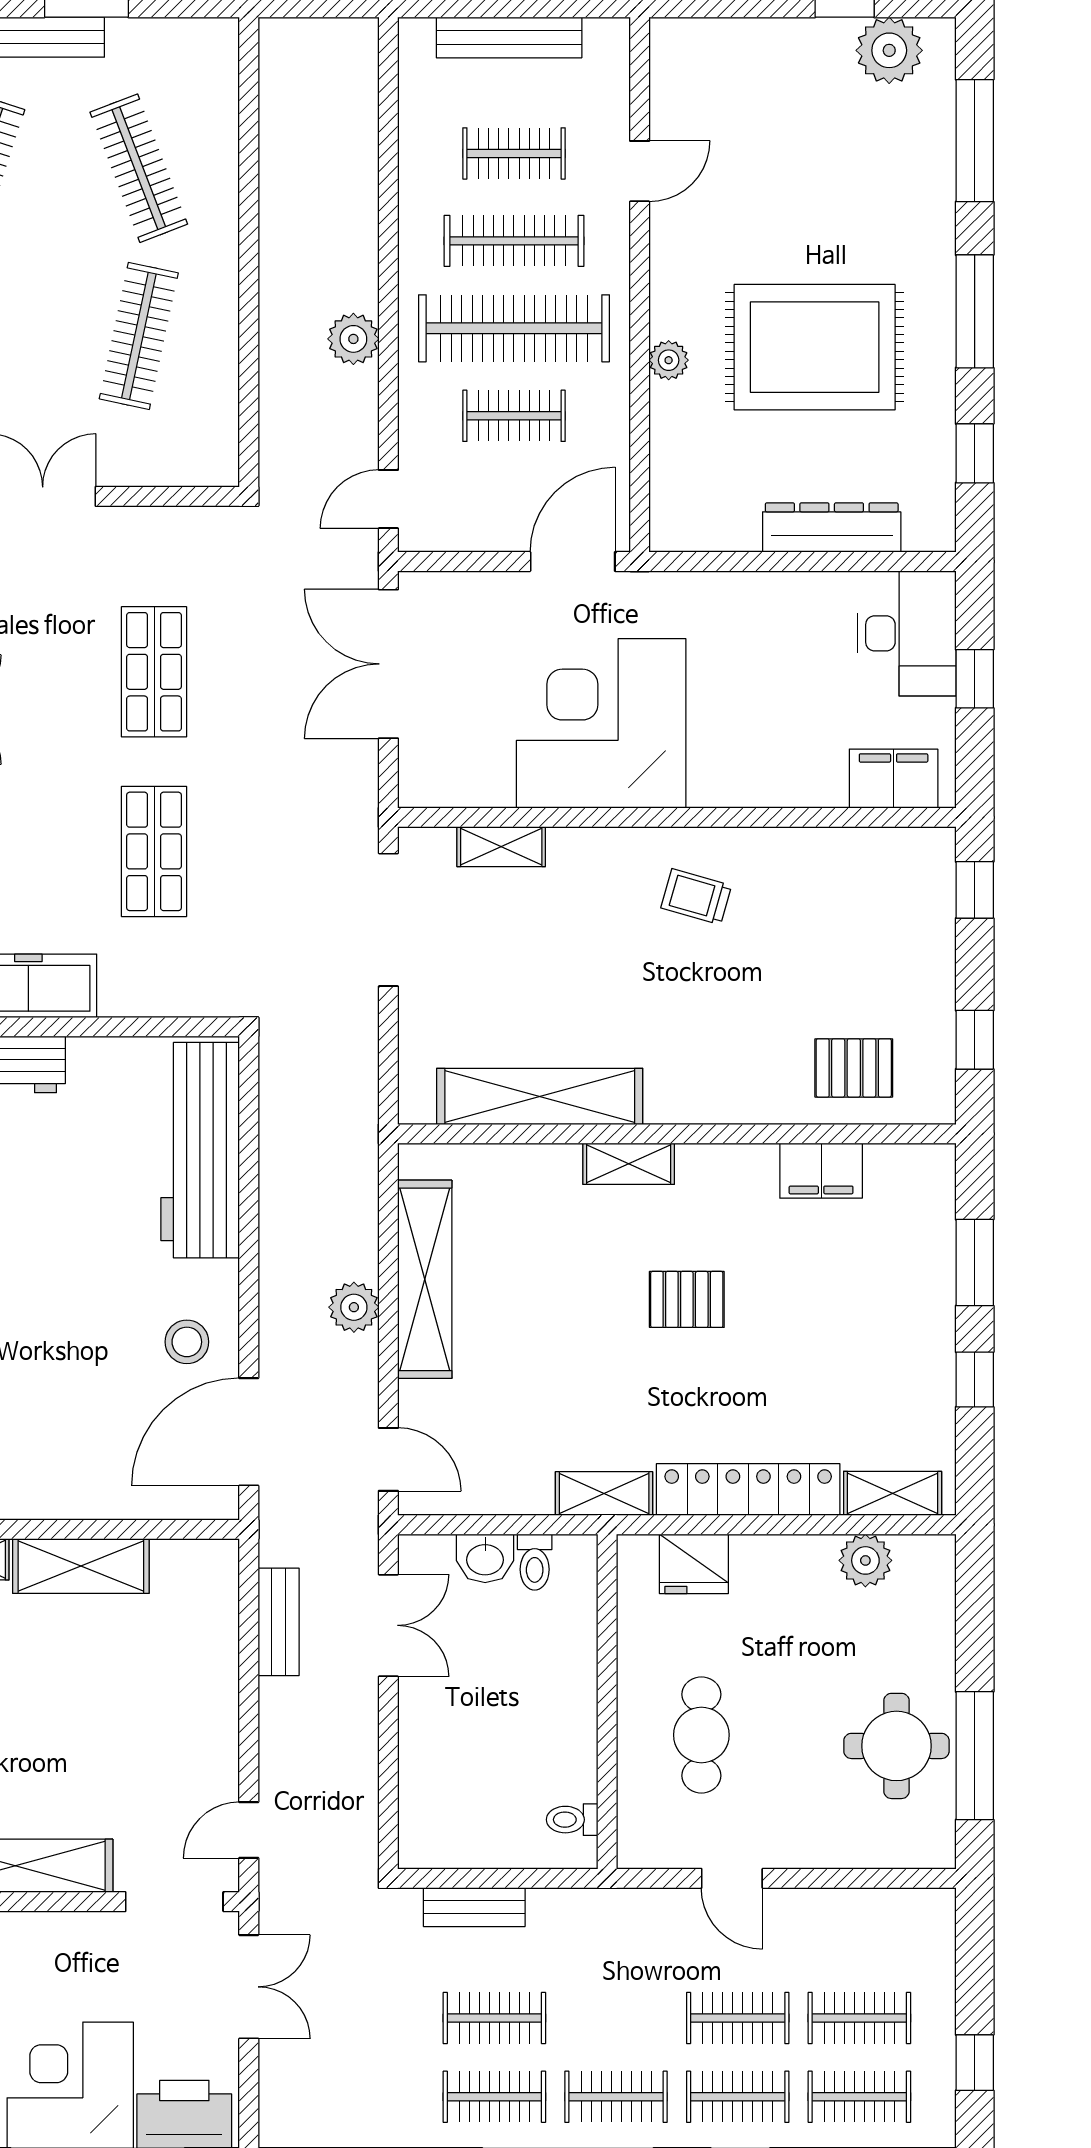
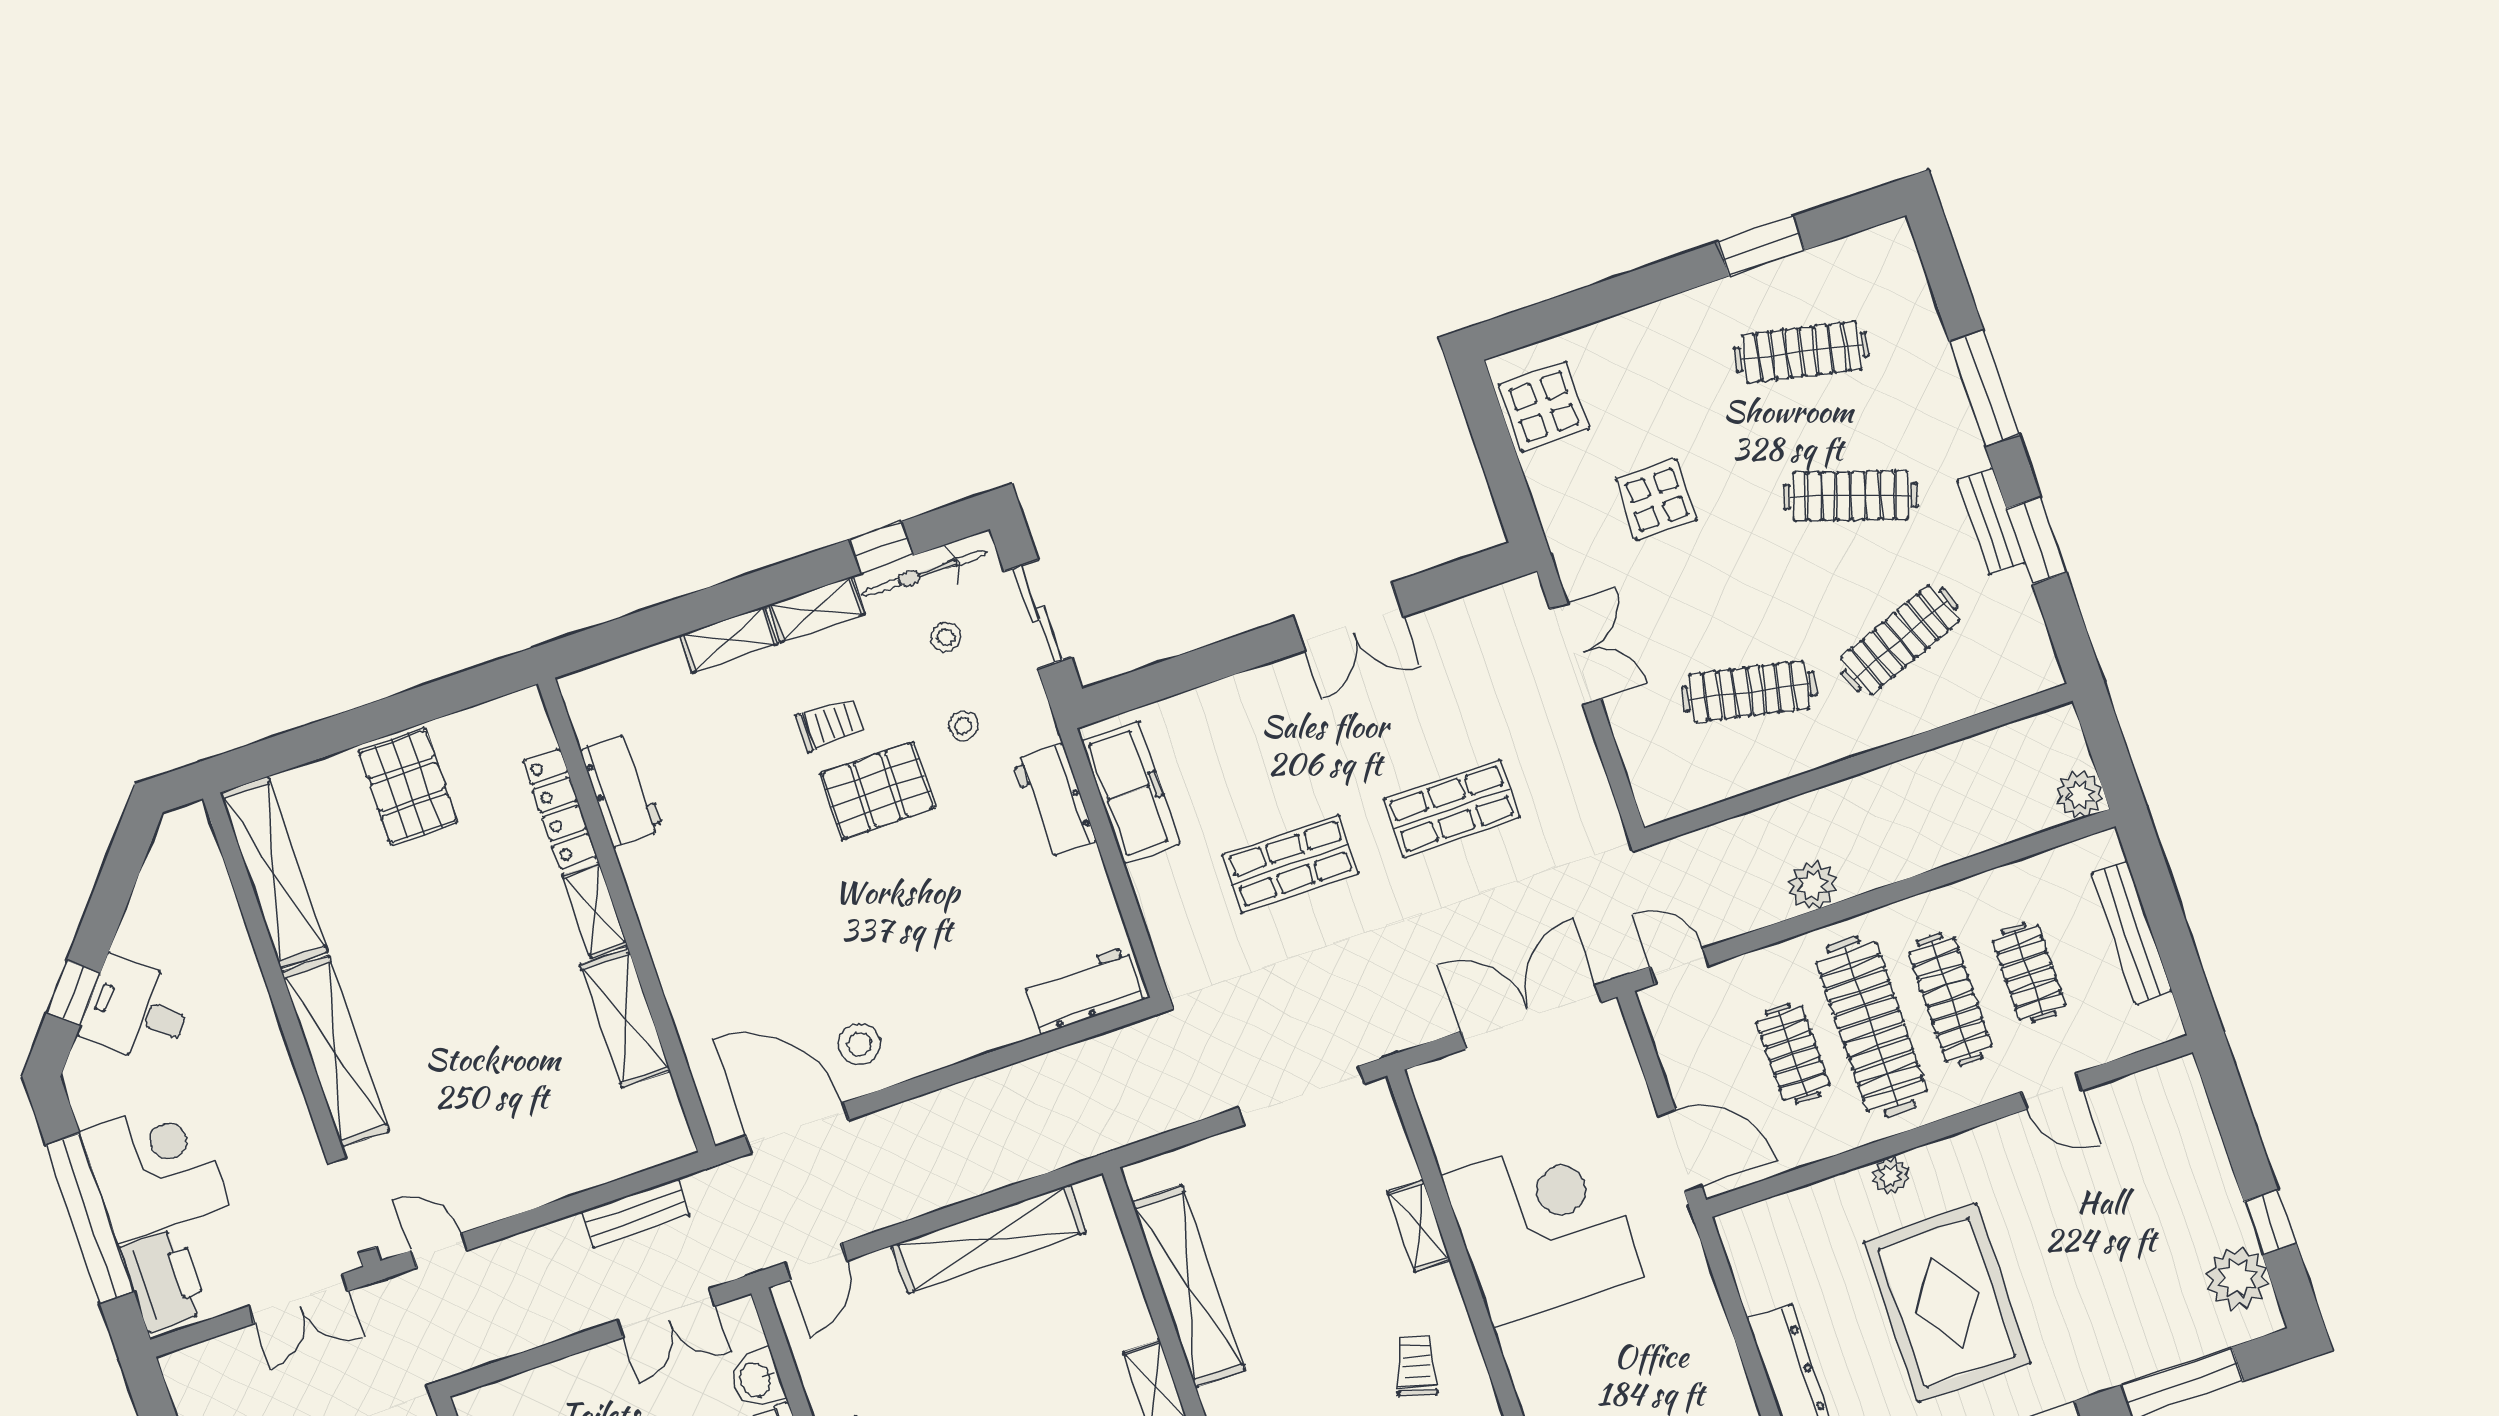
shelving: (501, 847) -> (1419, 1226), moved
workbench: (200, 1150) -> (1084, 990), width x0.53, depth x0.76
plant: (354, 1307) -> (2080, 794), moved

